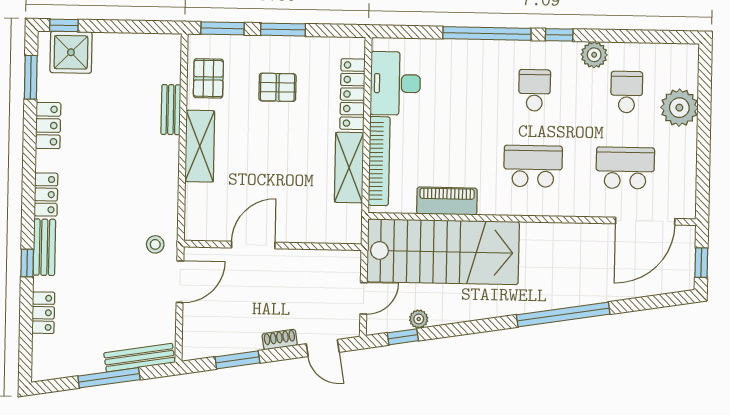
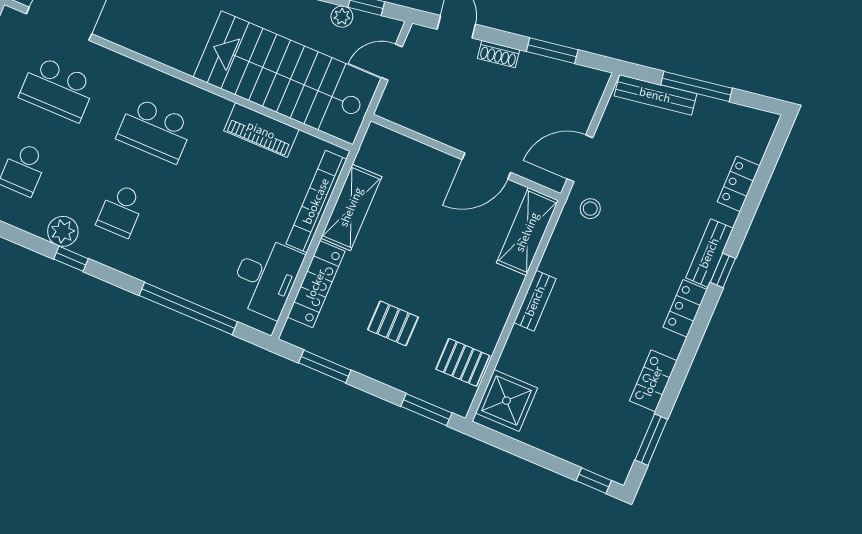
window: (283, 30) -> (325, 367), moved
window: (487, 33) -> (188, 309), moved
shower: (71, 52) -> (506, 401), moved
plant: (594, 55) -> (63, 231), moved
pallet: (208, 78) -> (463, 362), turned 90
bench: (171, 110) -> (535, 301), moved
shelving: (200, 146) -> (527, 232), moved
window: (27, 263) -> (723, 270), moved

